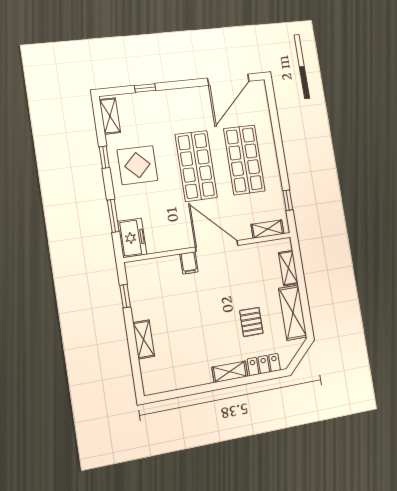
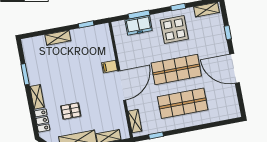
door: (228, 80) -> (235, 68), moved
freezer: (132, 238) -> (139, 25), moved
window: (196, 390) -> (25, 74), added

